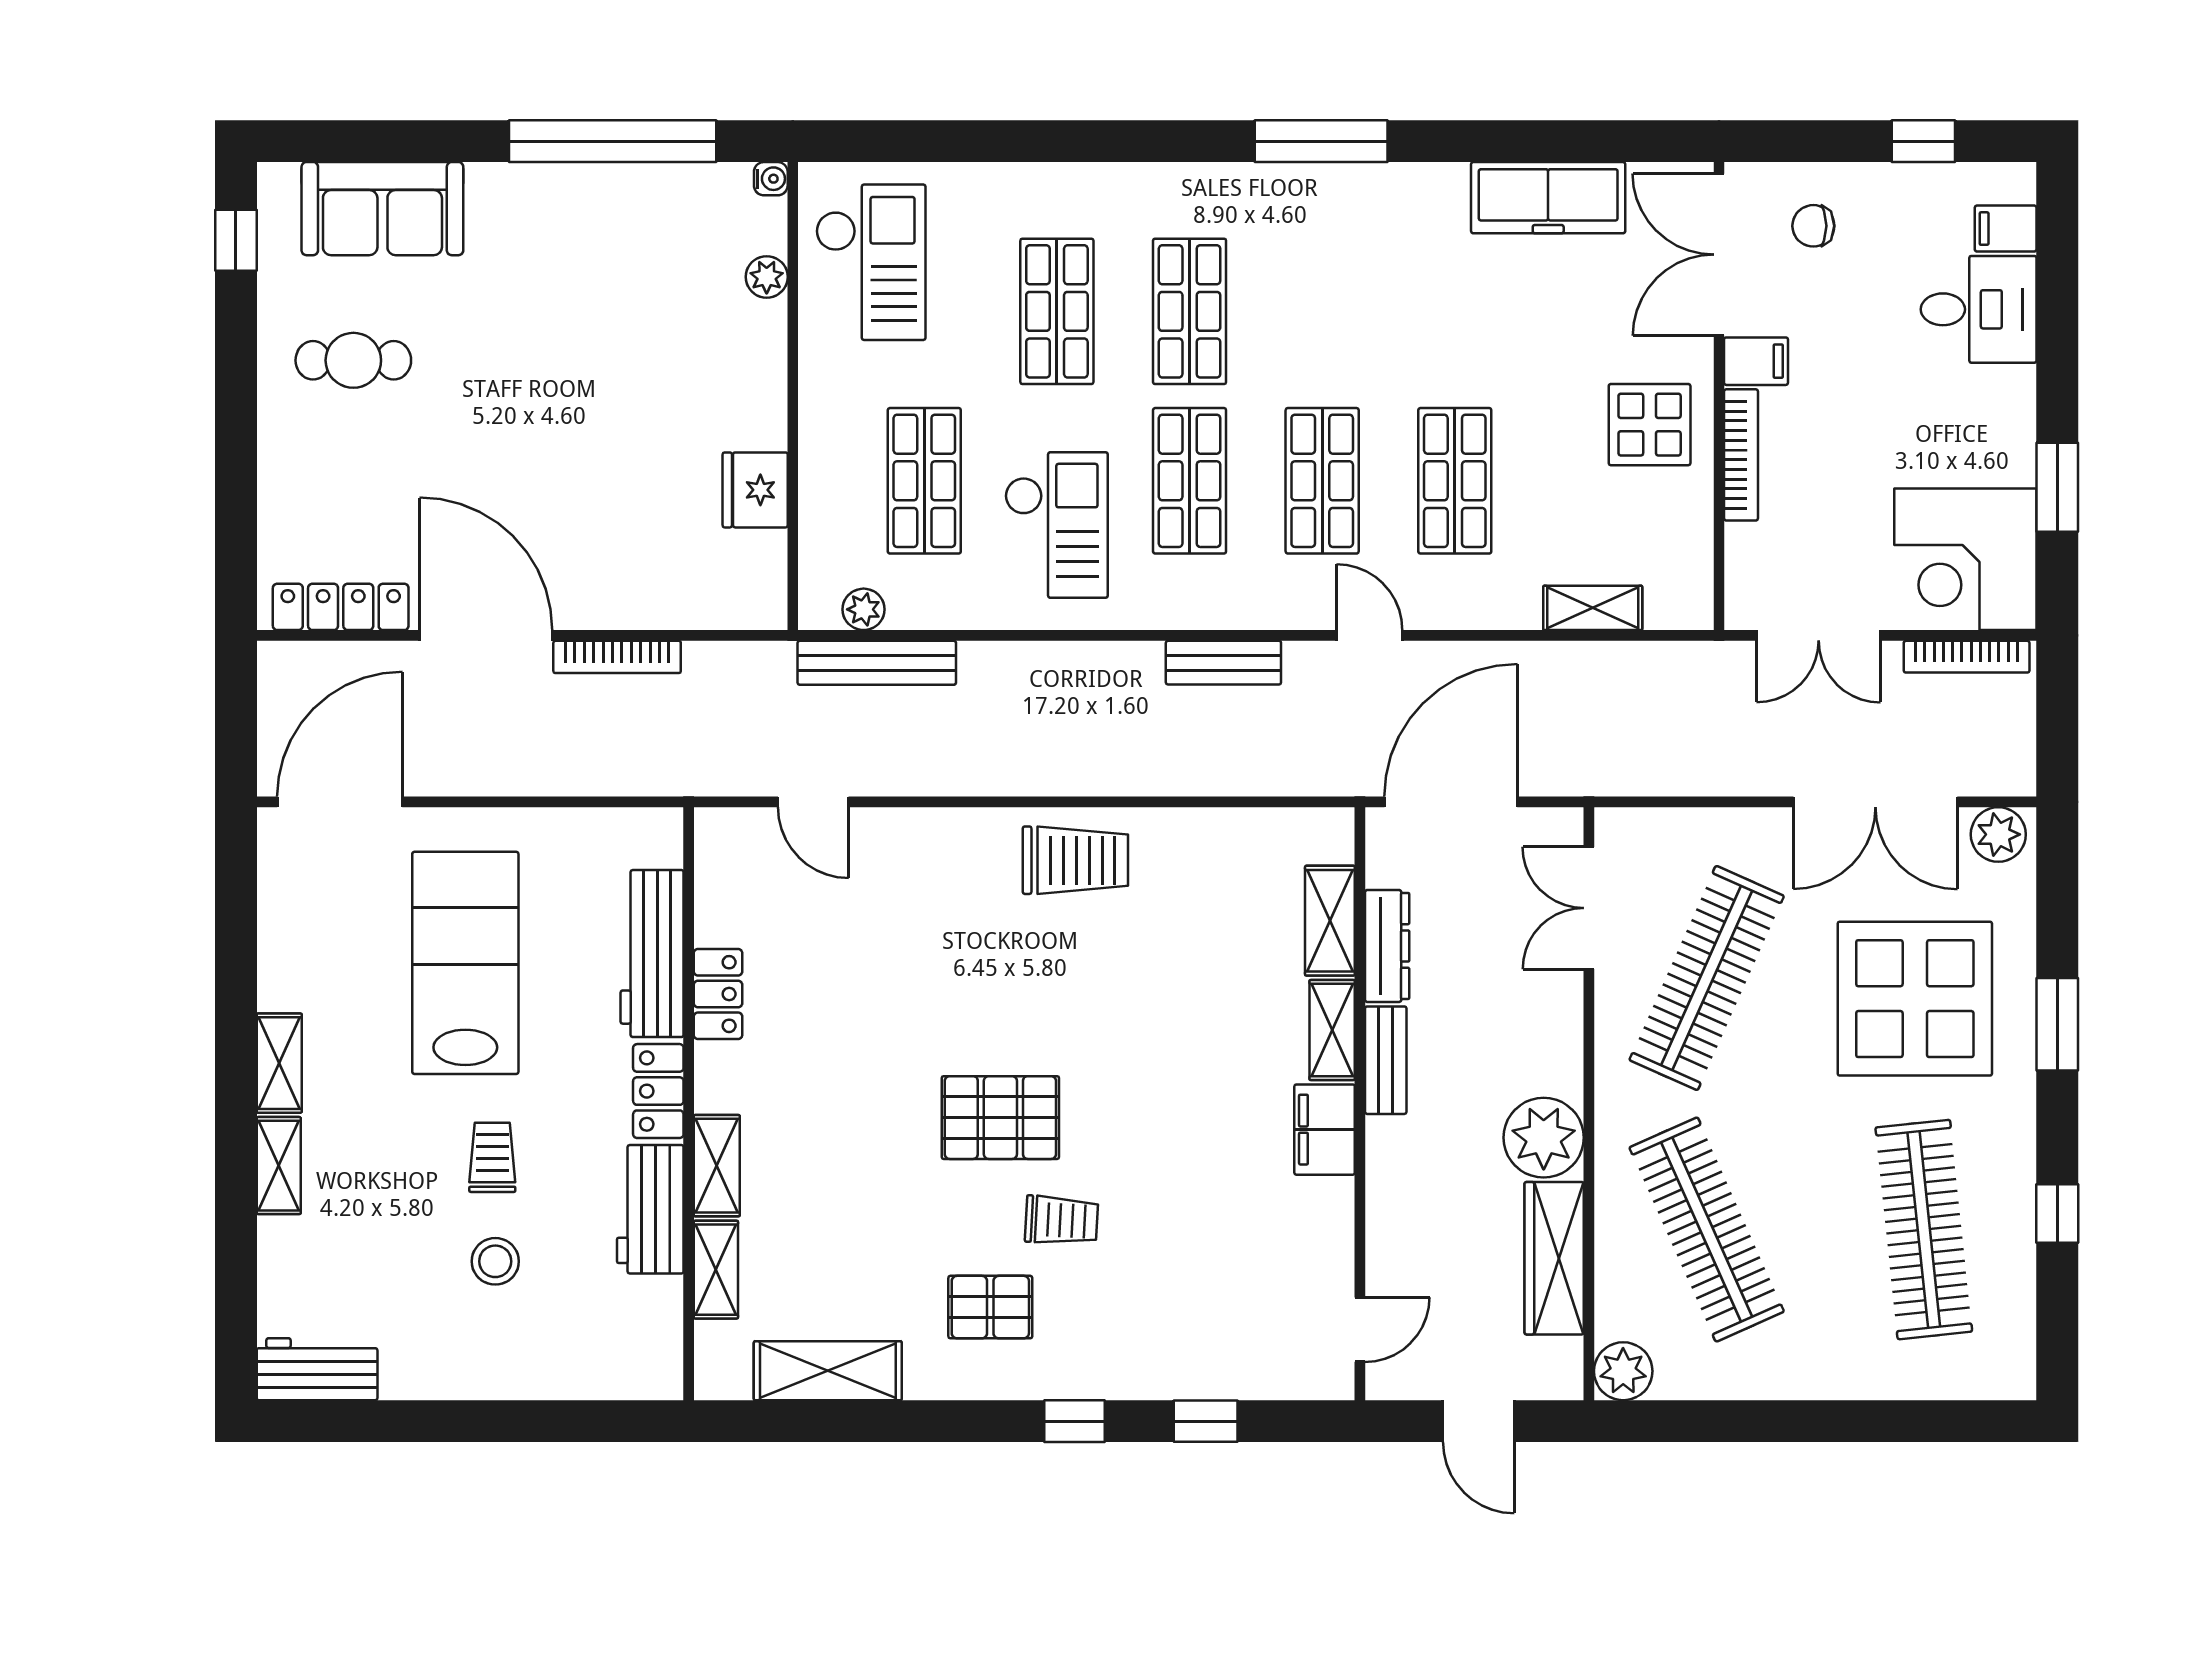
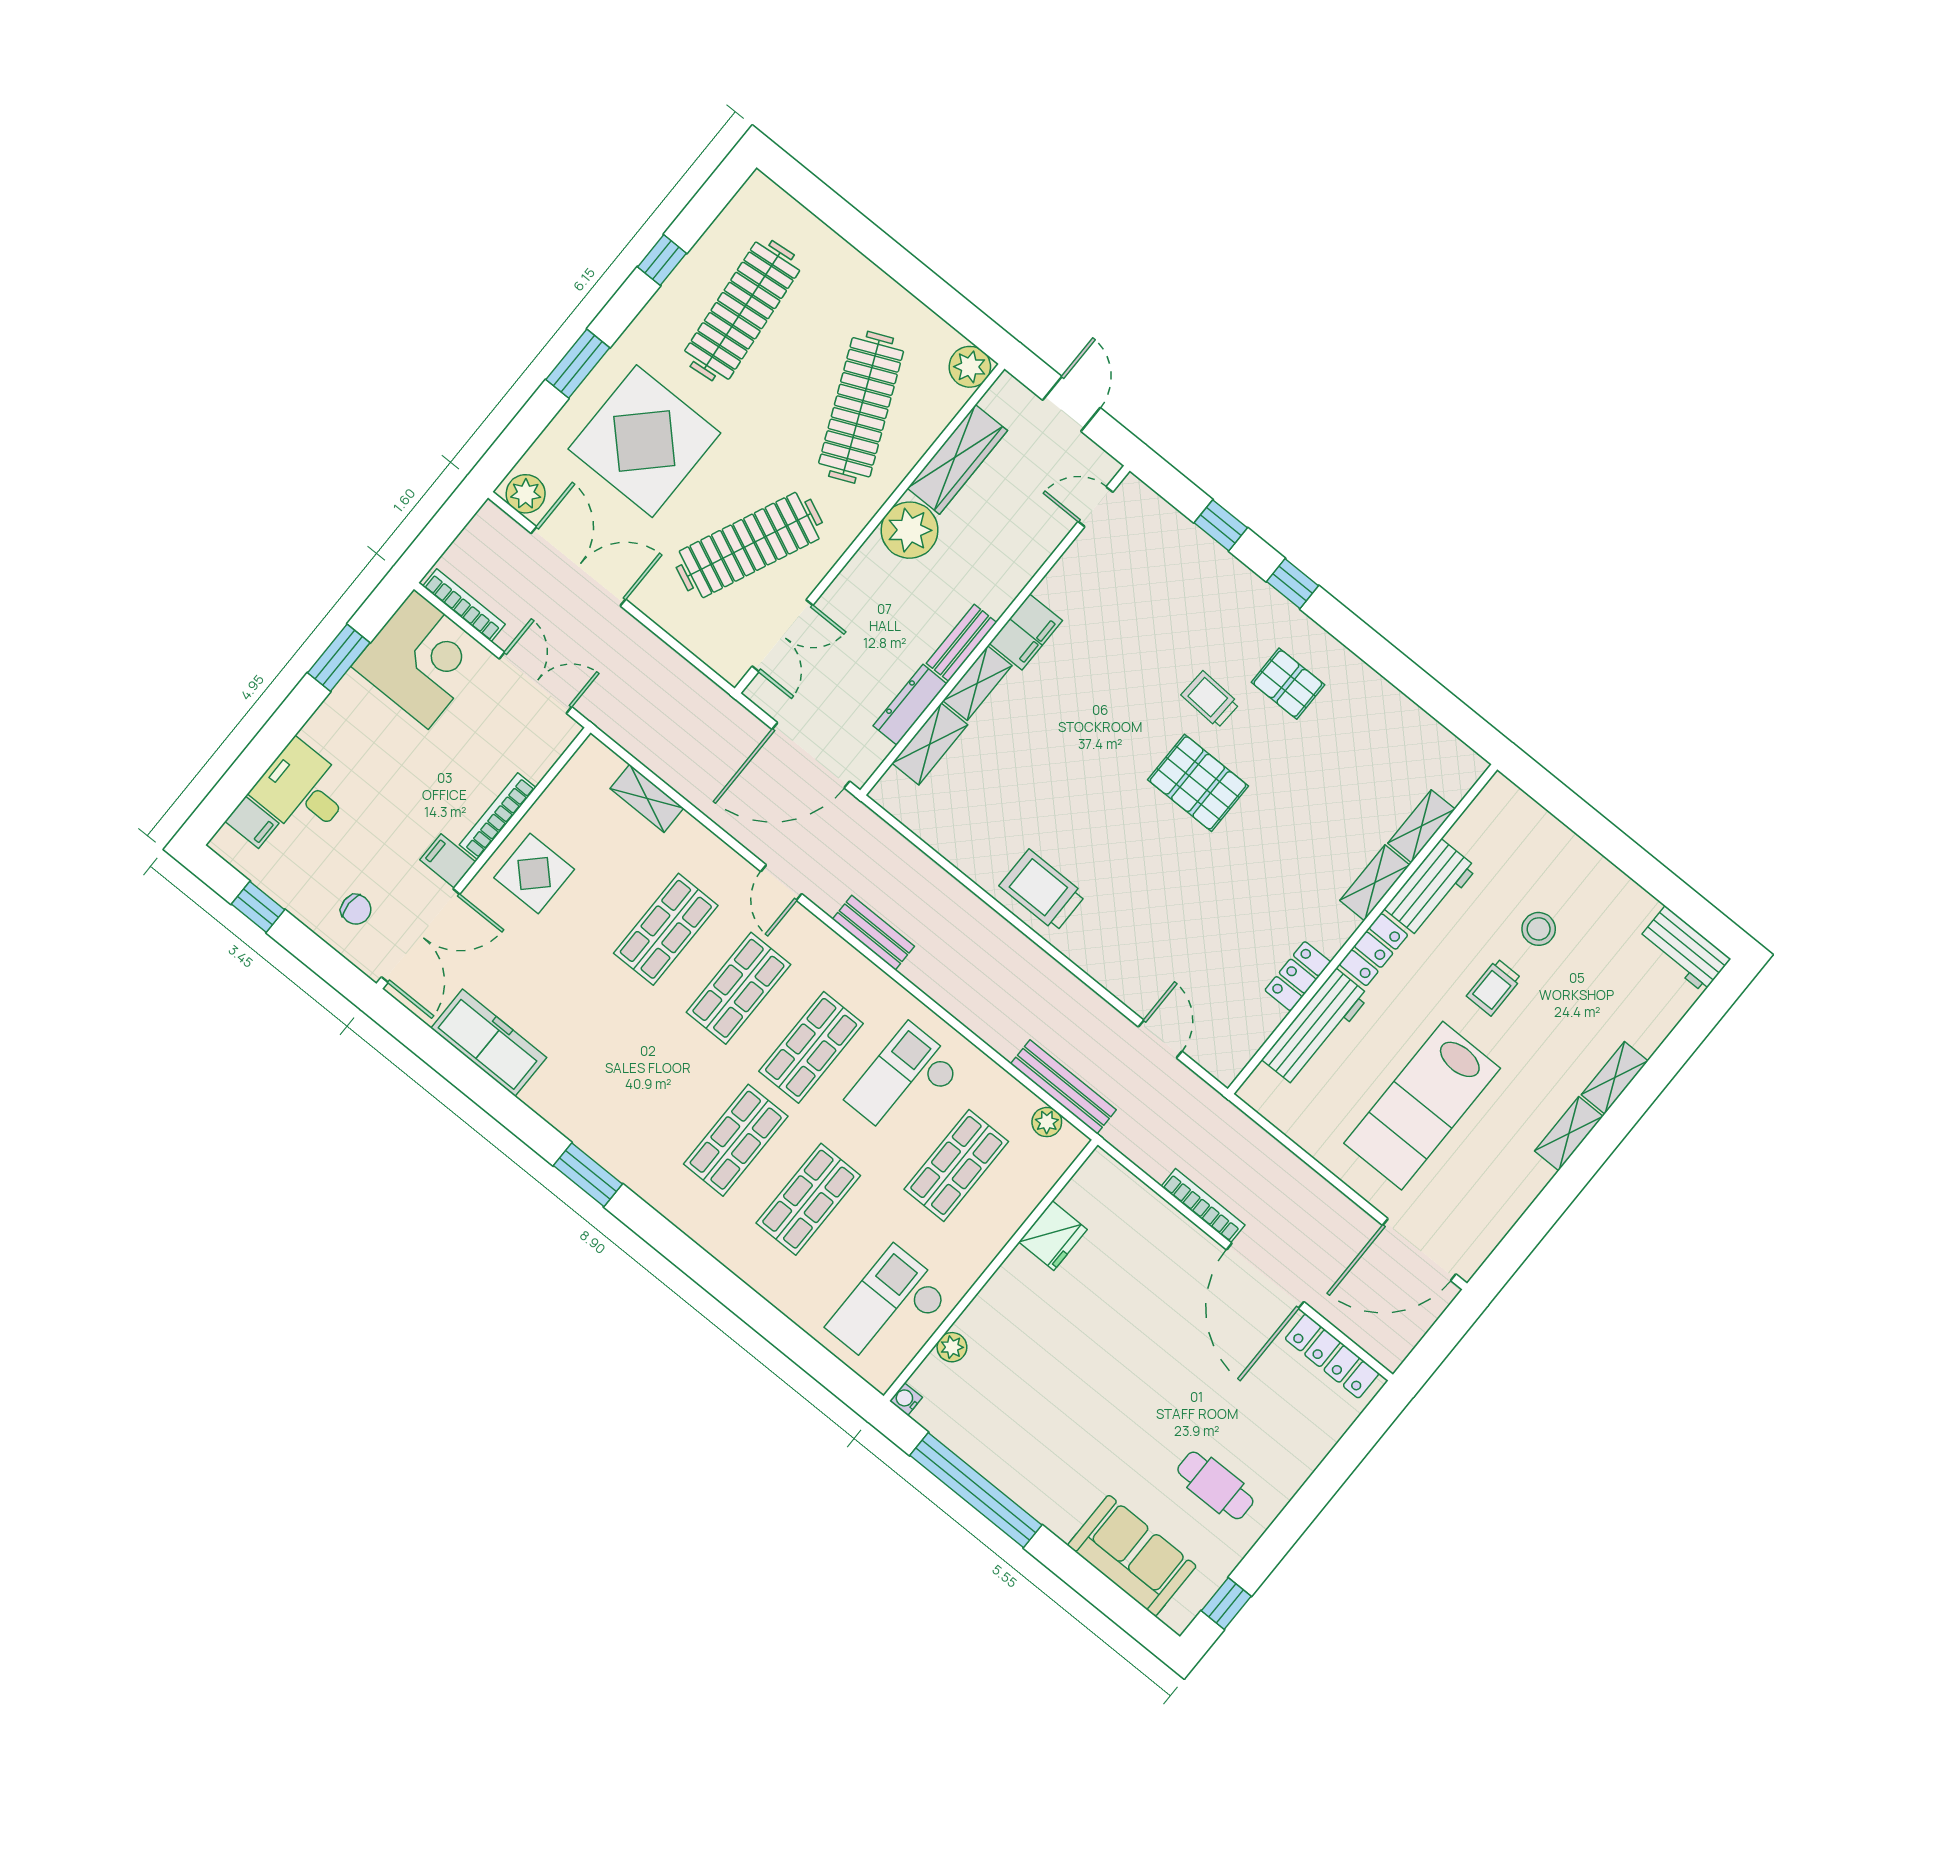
window: (1321, 141) -> (588, 1175), width x0.69
shelving: (828, 1371) -> (1405, 721), removed

